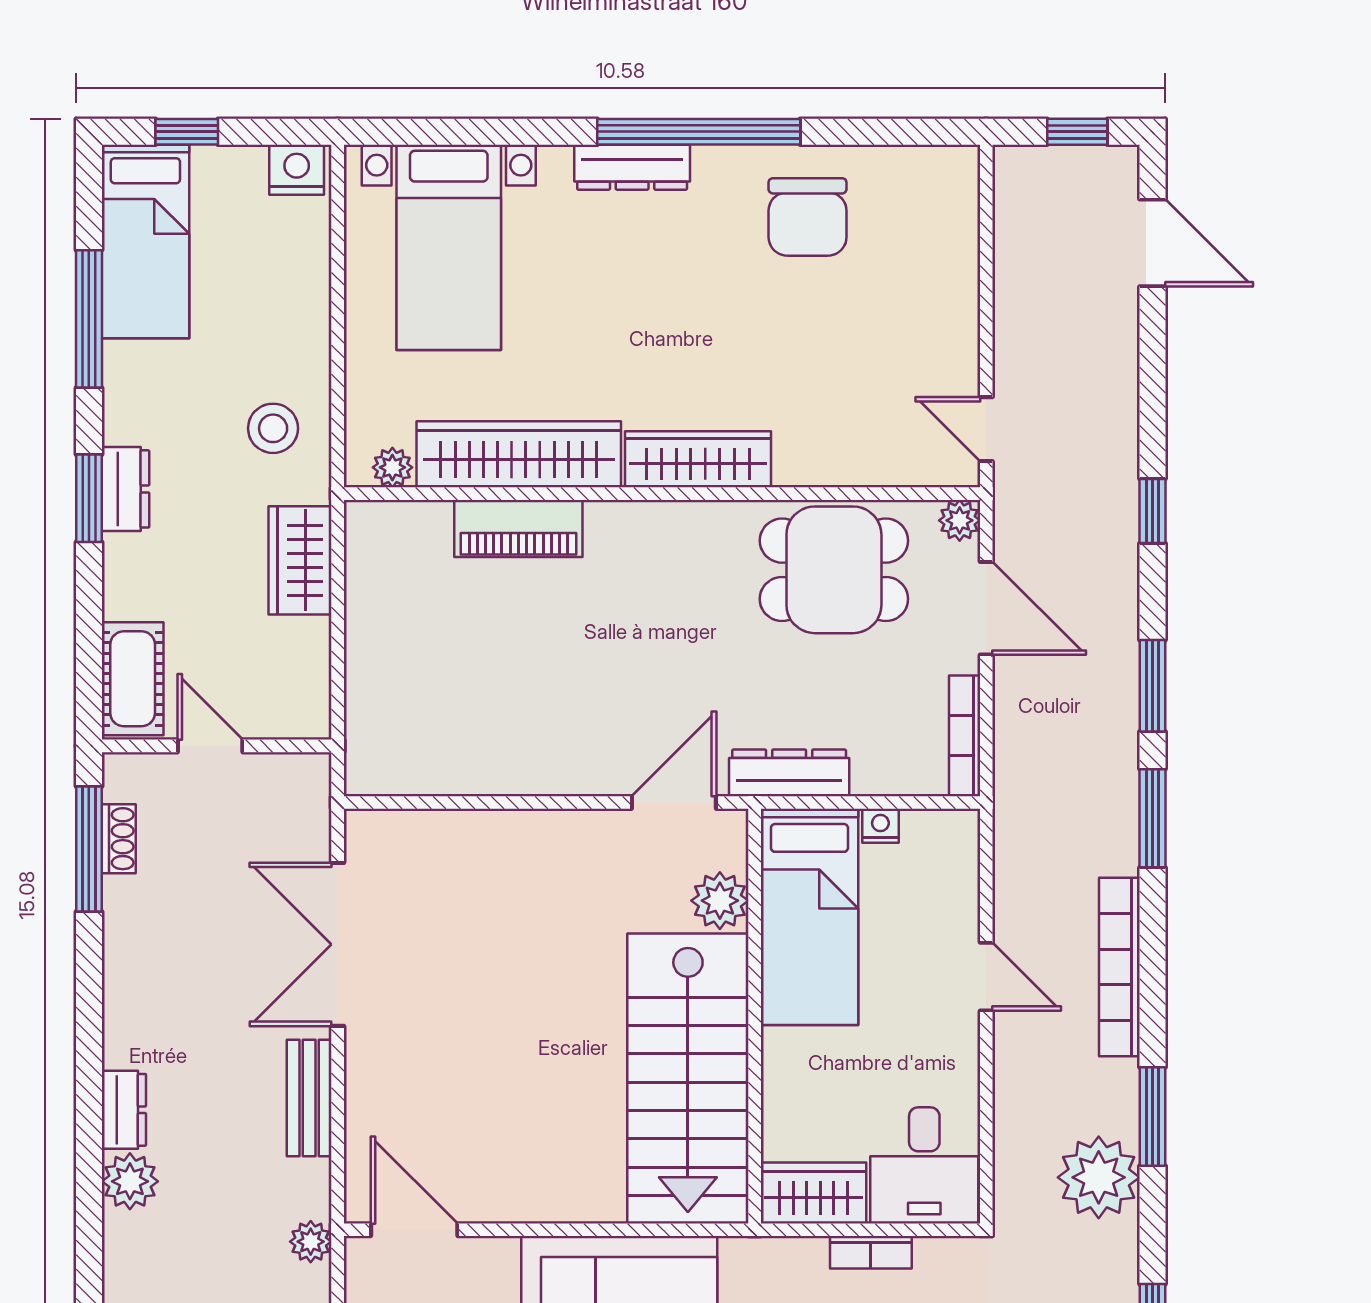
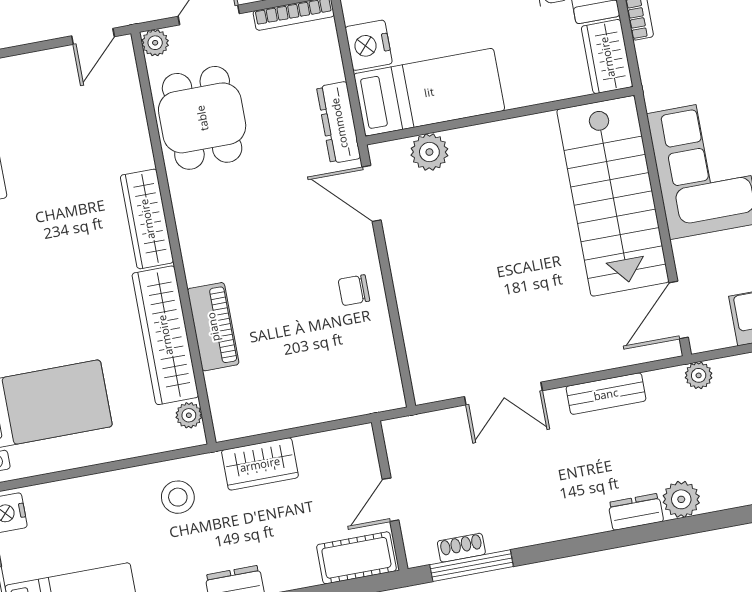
chair: (534, 749) -> (354, 290), added
nightstand: (880, 826) -> (369, 45), width x1.89, depth x1.79
double door: (338, 944) -> (503, 394), width x0.73
stairs: (688, 1078) -> (613, 196), moved, turned 90

